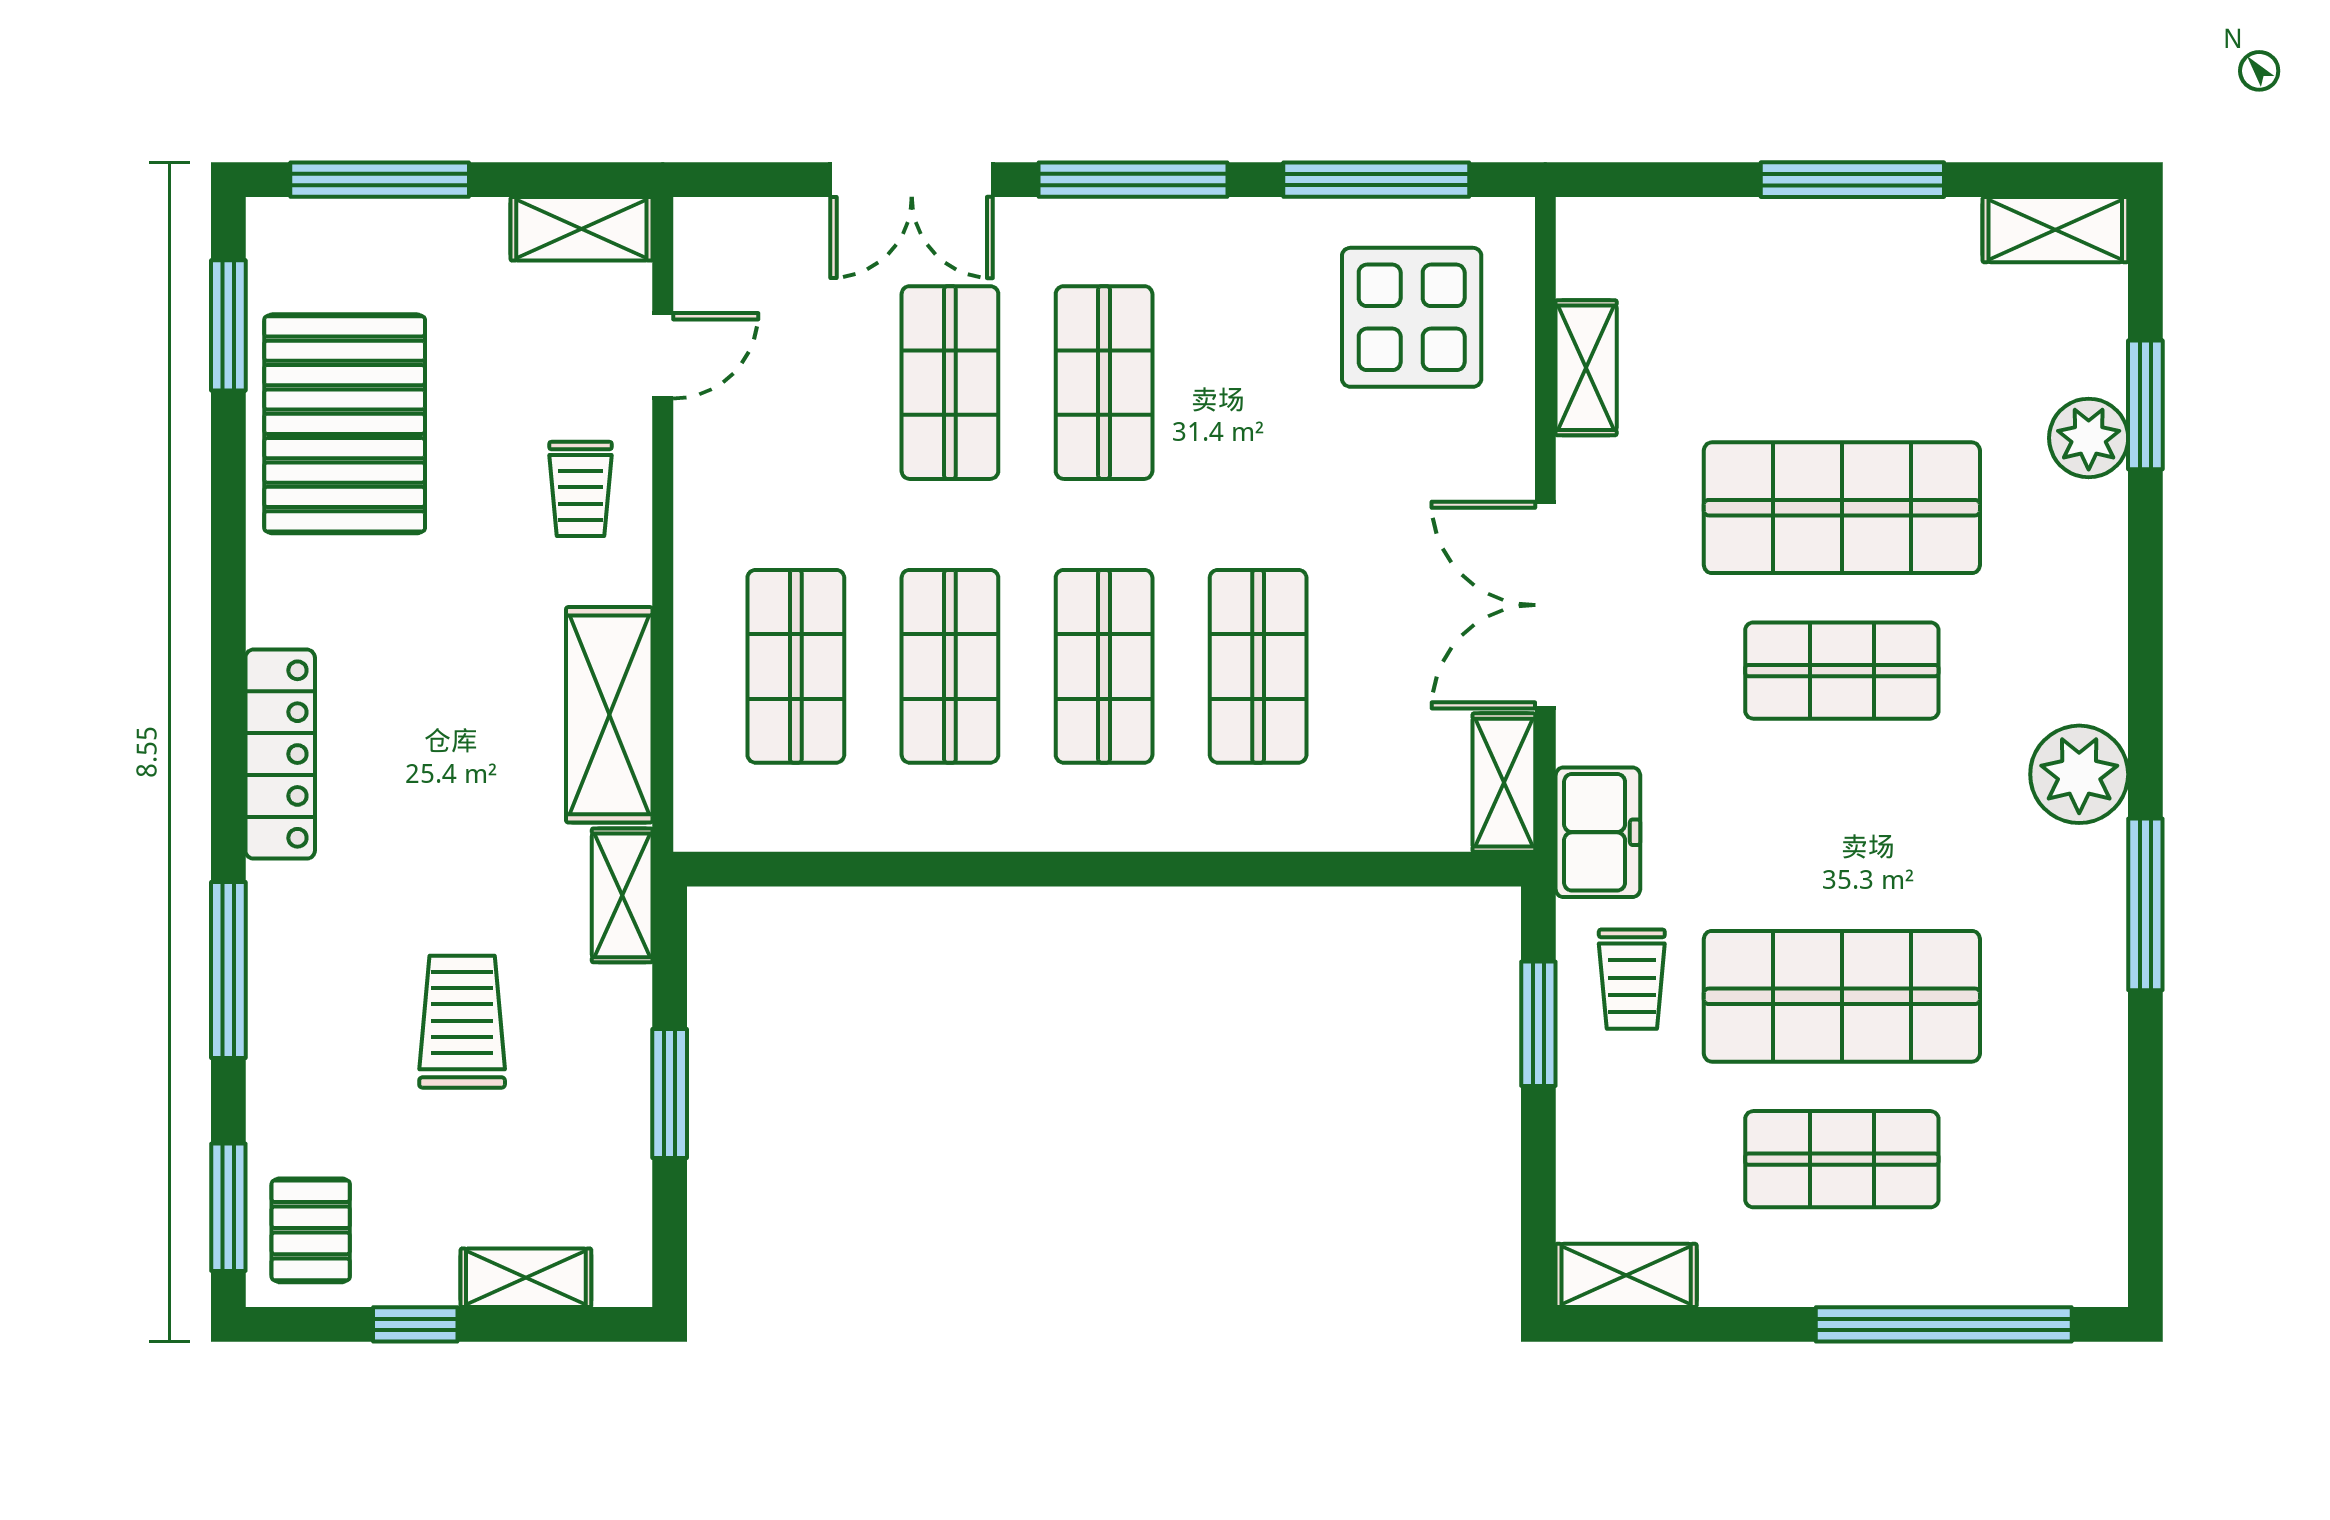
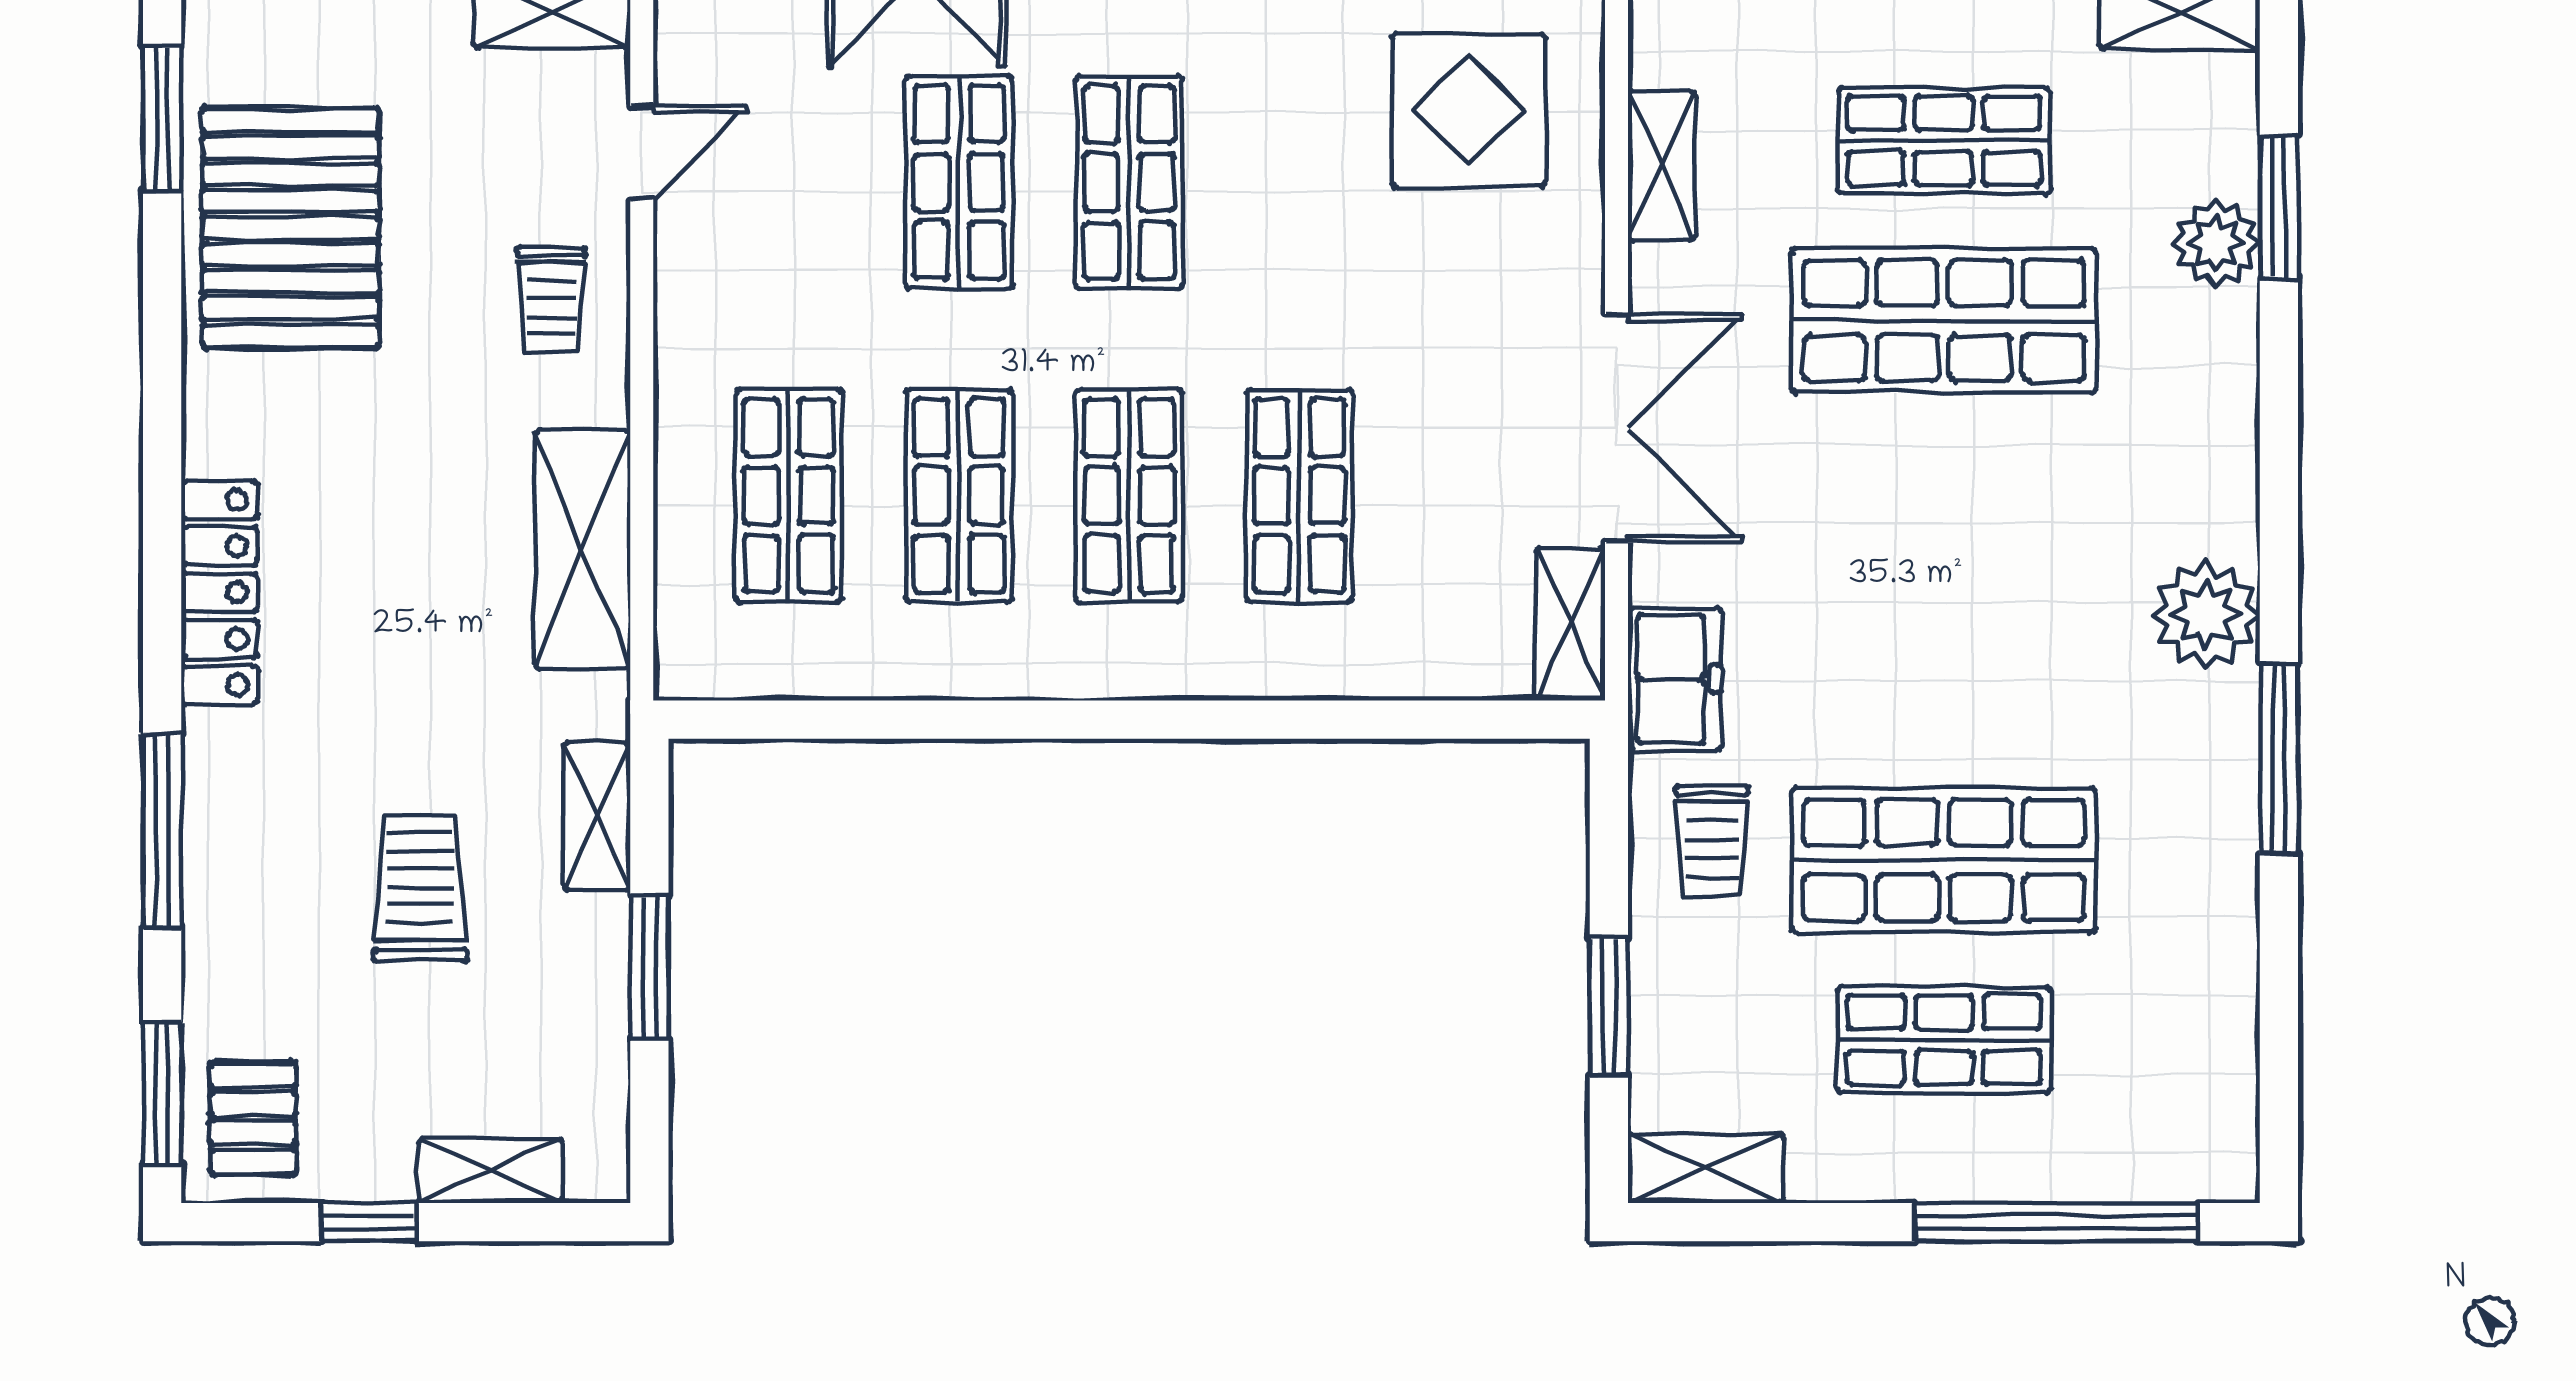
double door: (1545, 605) -> (1616, 428), swing flipped
shop shelf: (1842, 671) -> (1944, 141), moved
shelving: (622, 895) -> (597, 816), moved
window: (1538, 1024) -> (1609, 1007), moved

